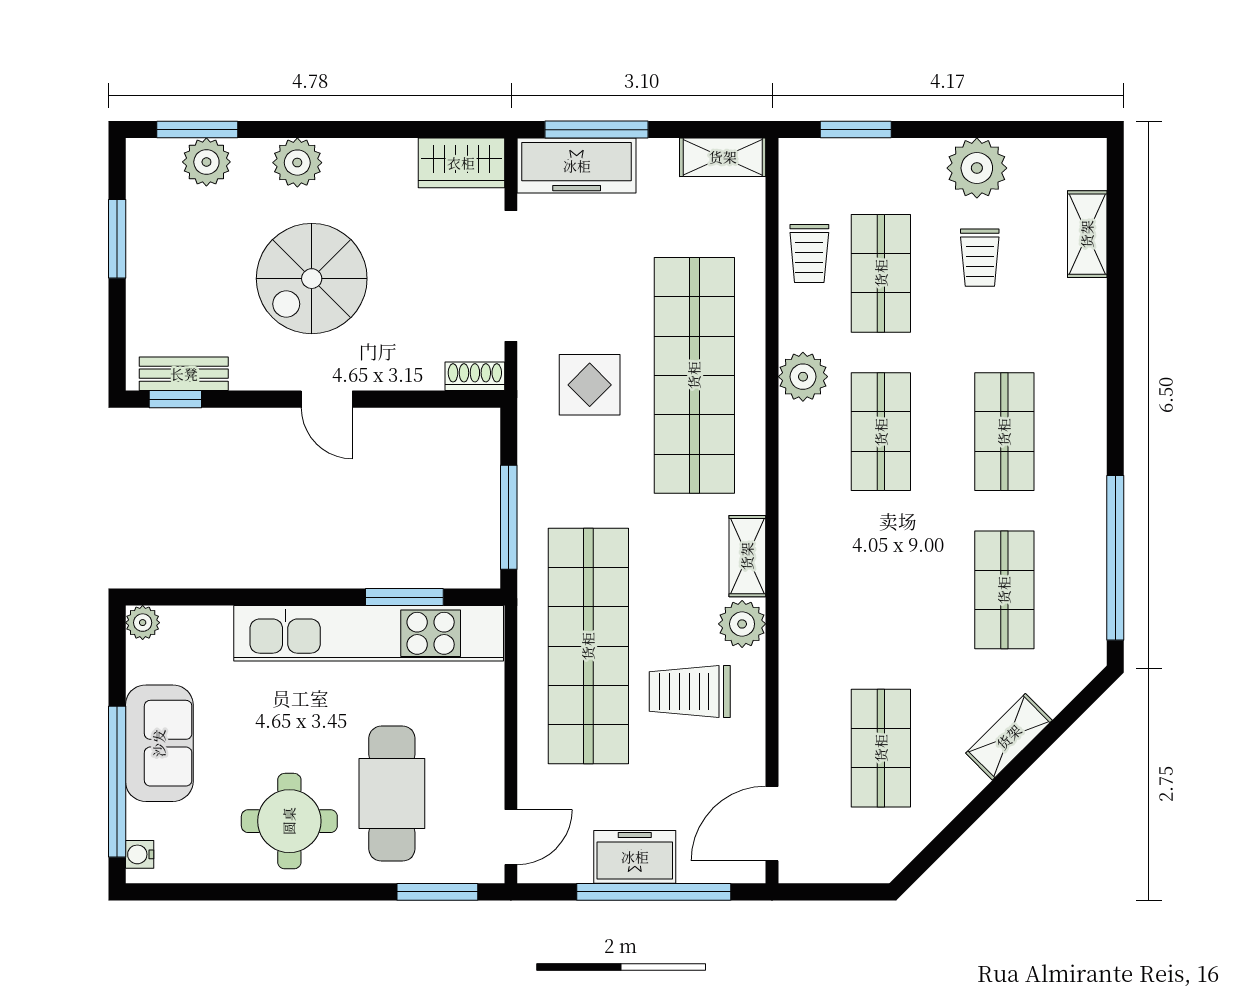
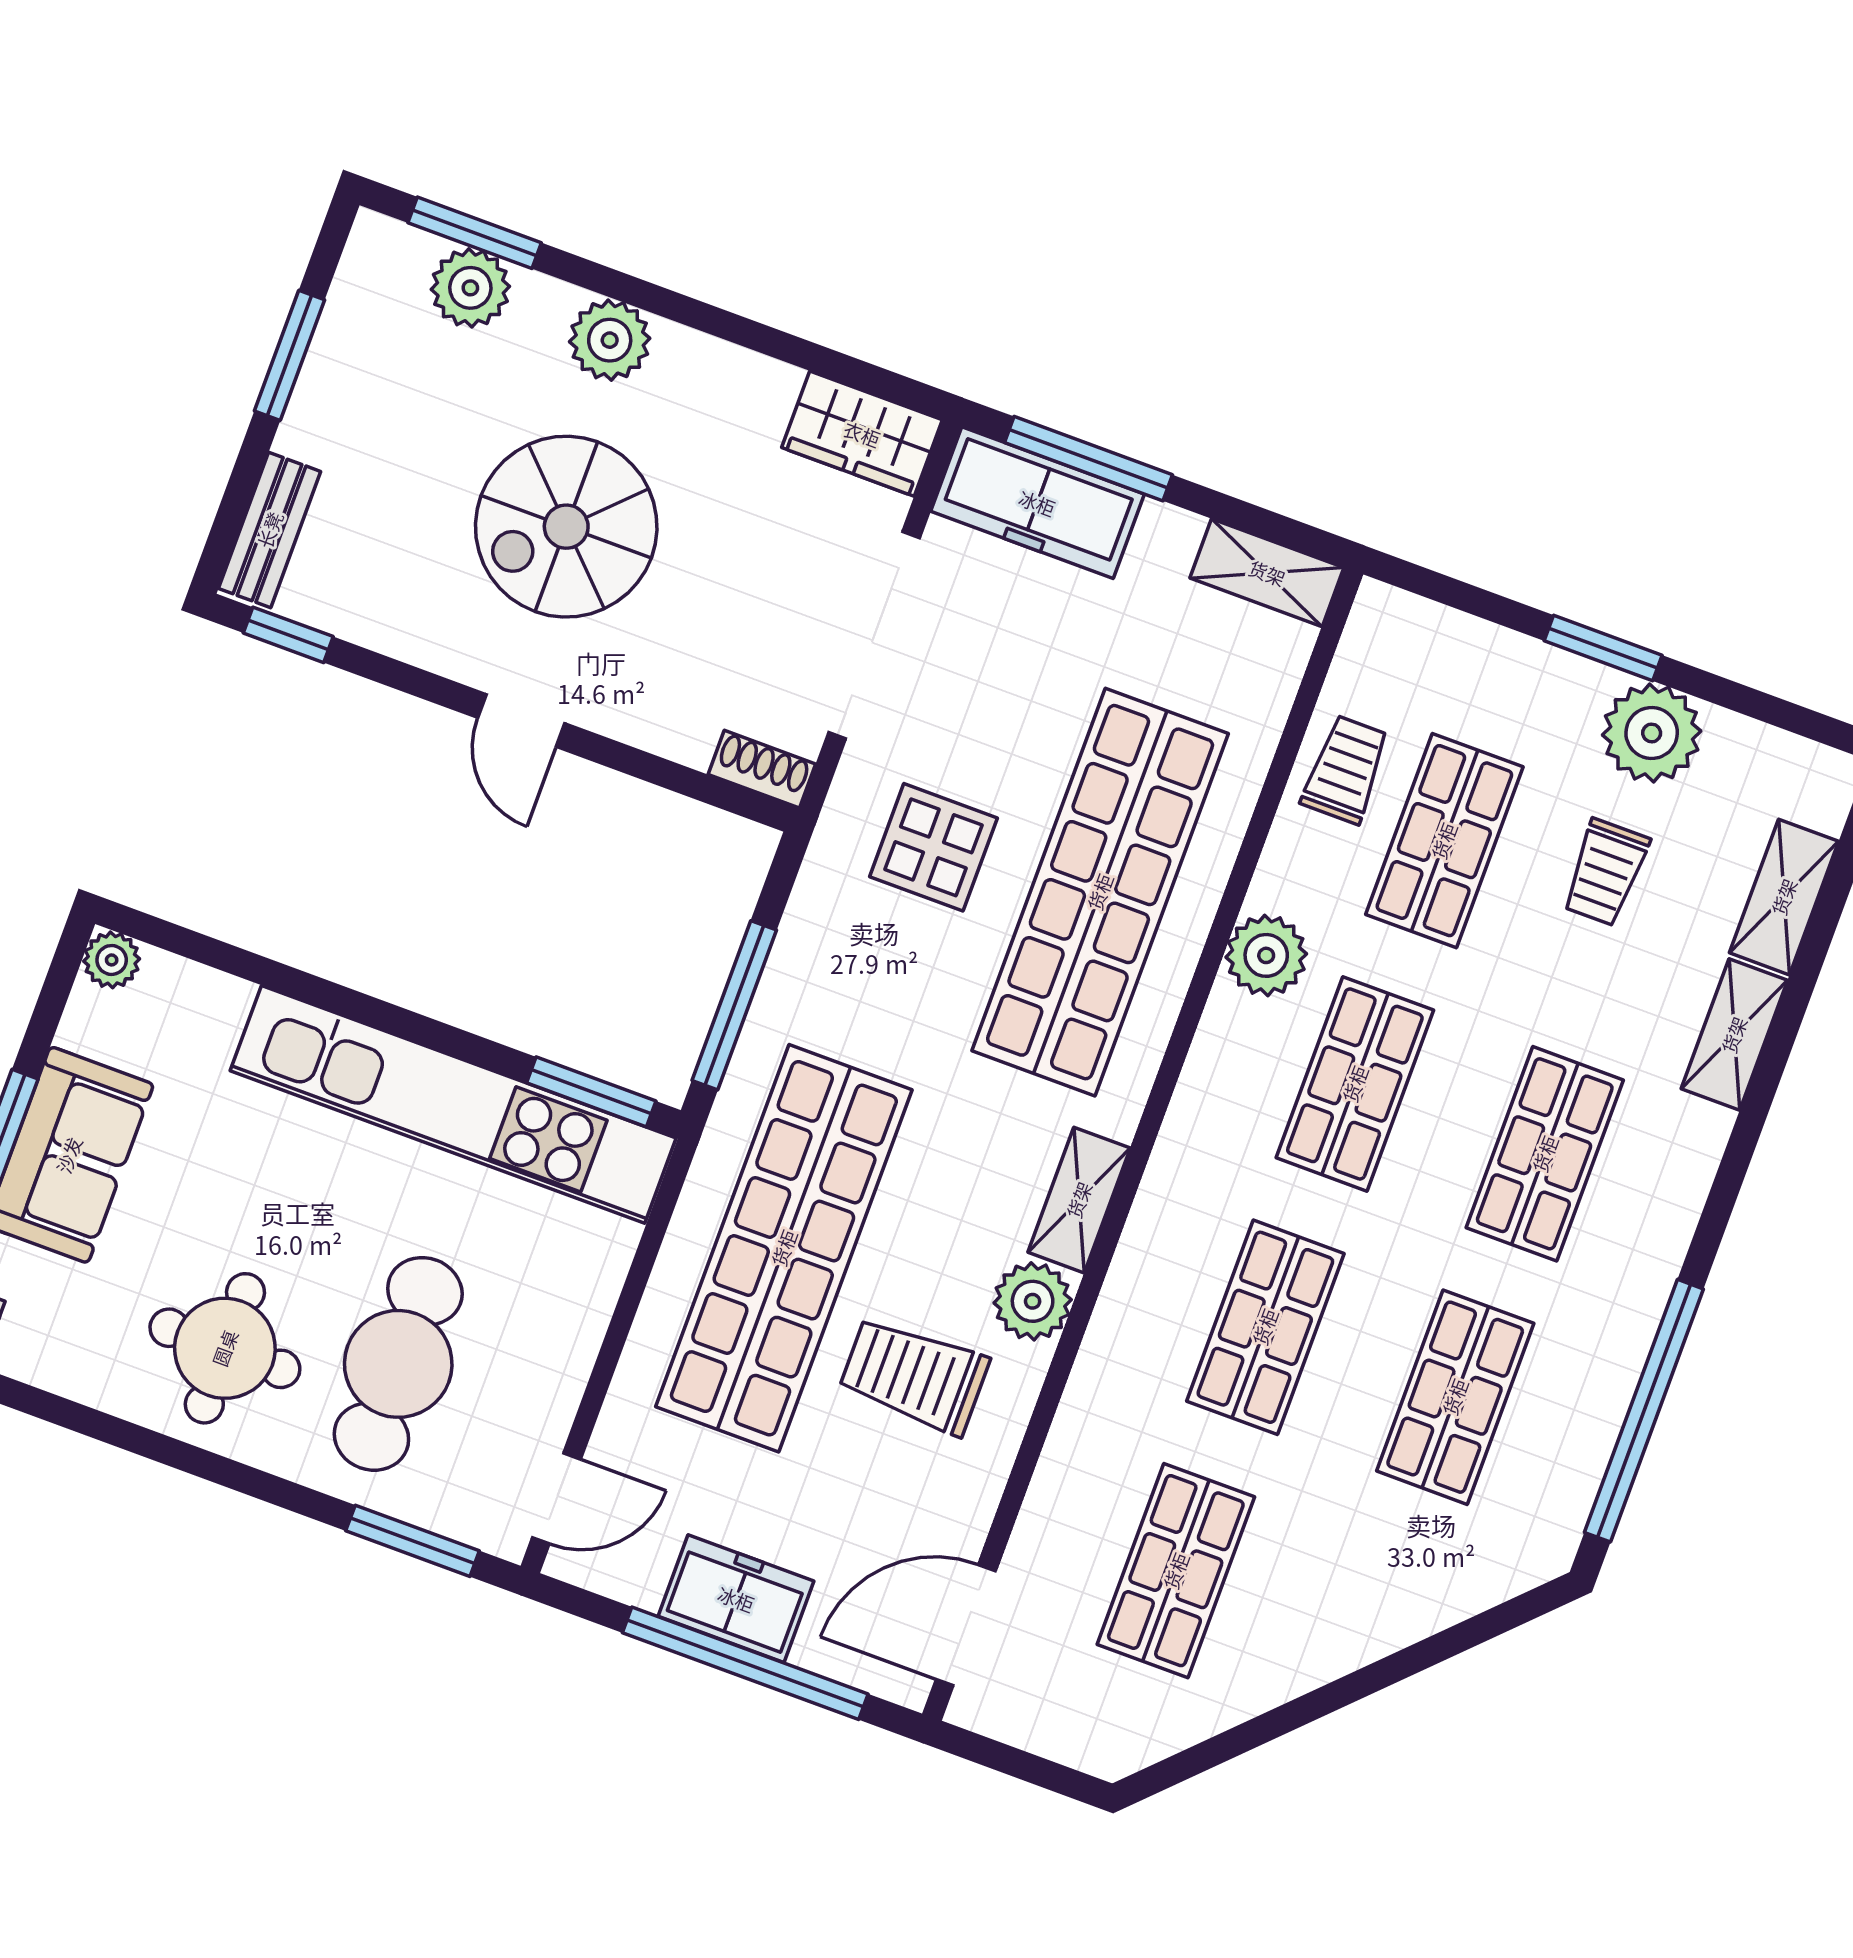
window: (856, 130) -> (1603, 648), moved
trolley: (809, 253) -> (1346, 770), turned 180
bench: (184, 374) -> (270, 530), moved, turned 90
shop shelf: (881, 590) -> (1265, 1327), added
window: (404, 597) -> (591, 1092), moved
shelving: (1009, 737) -> (1734, 1035), moved, turned -45

